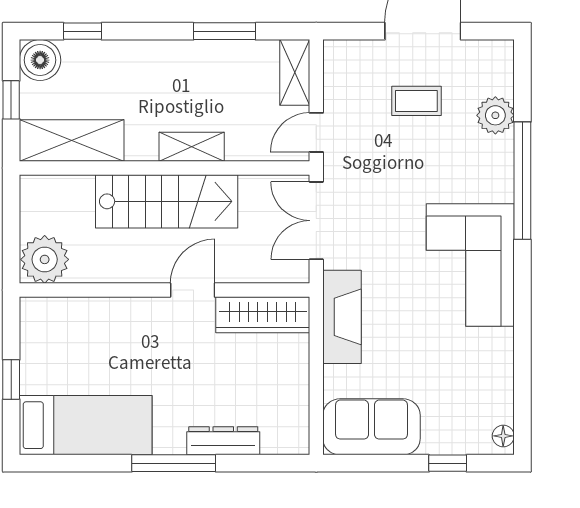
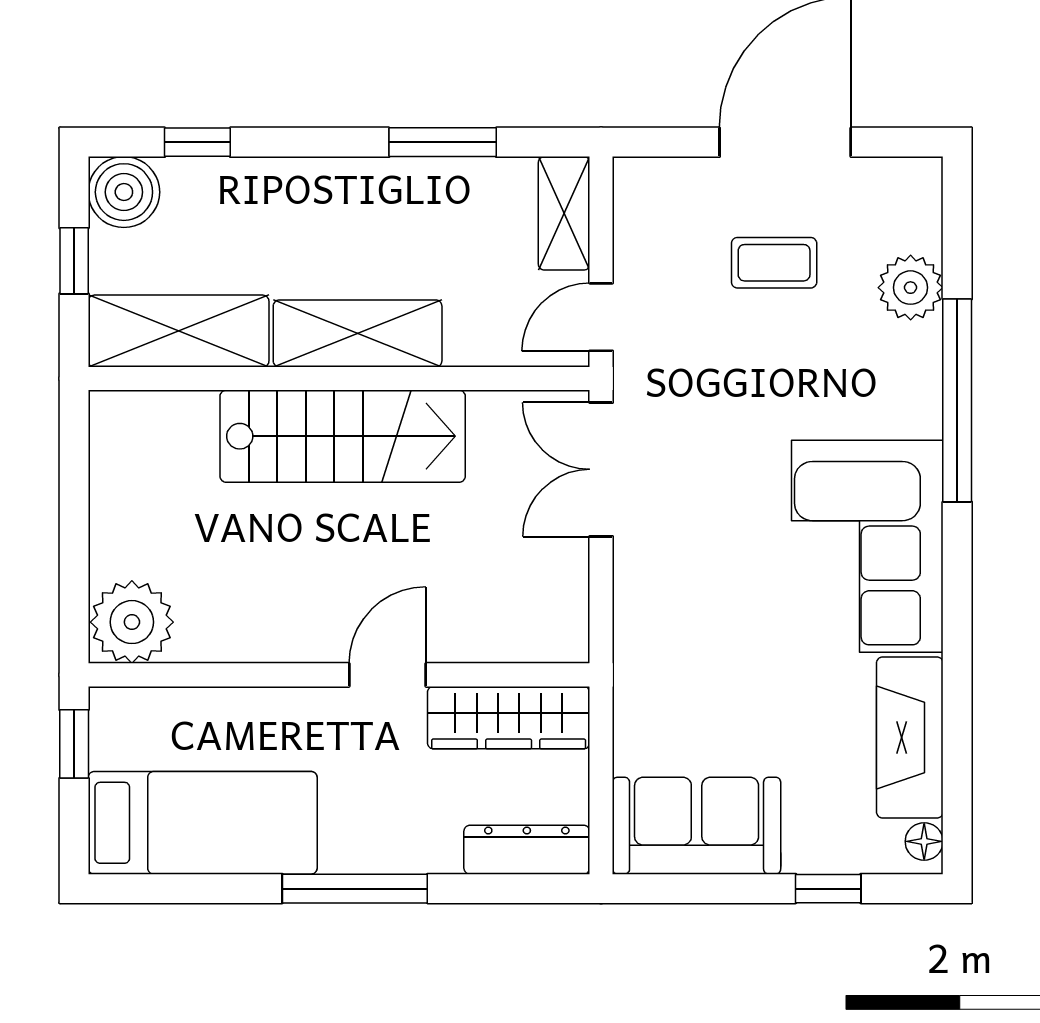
shelving: (192, 147) -> (358, 334), width x1.50, depth x1.33
plant: (45, 259) -> (132, 622), moved
wall: (165, 290) -> (339, 675), moved
door: (193, 290) -> (388, 675), moved
wardrobe: (263, 315) -> (509, 718), moved
fireplace: (342, 317) -> (910, 737), moved, turned 180
dresser: (223, 441) -> (527, 850), moved

